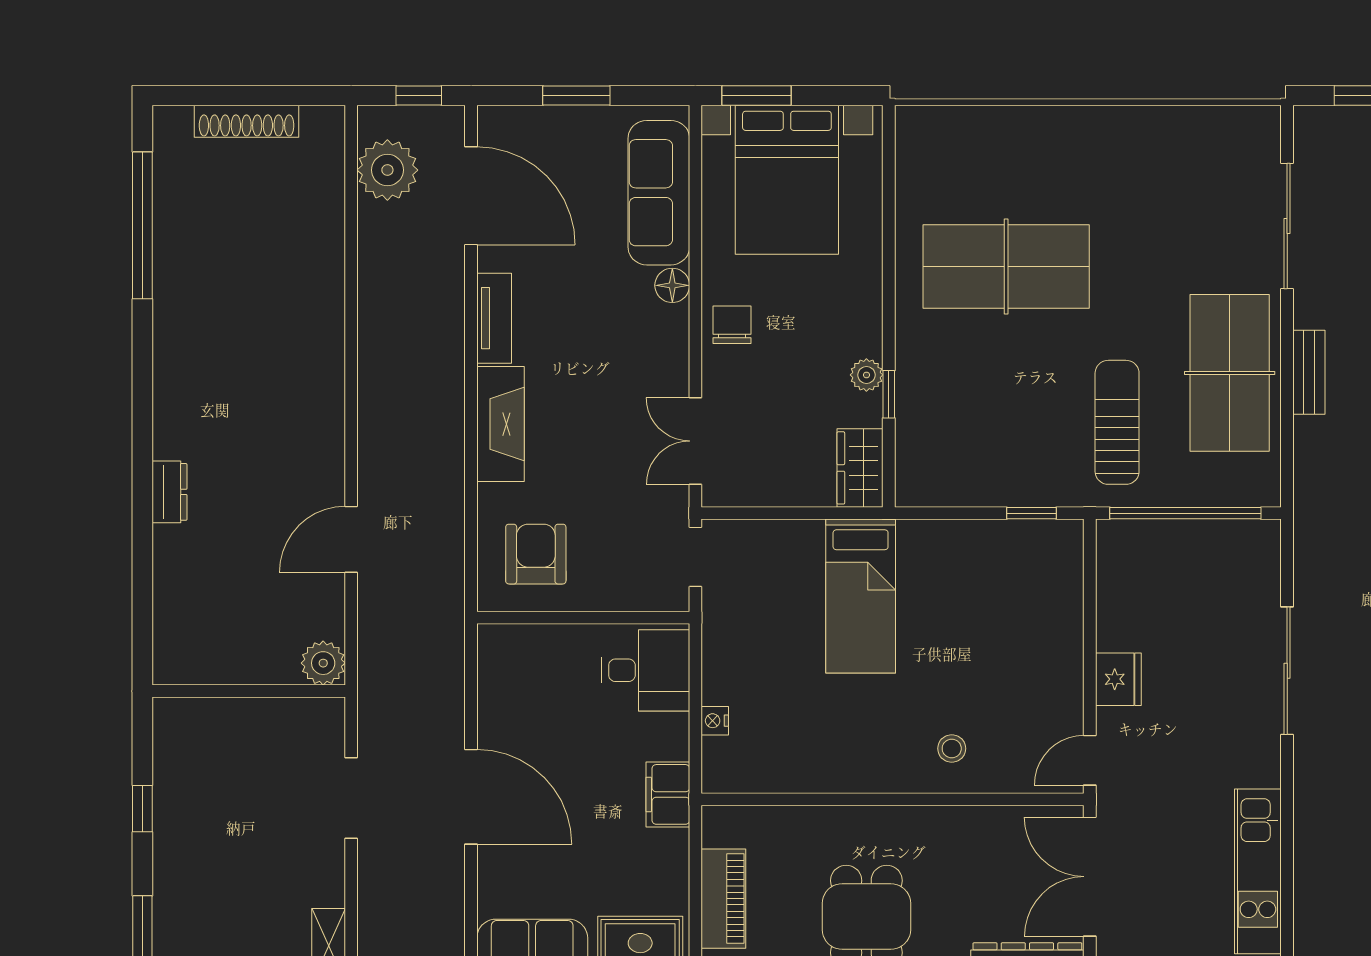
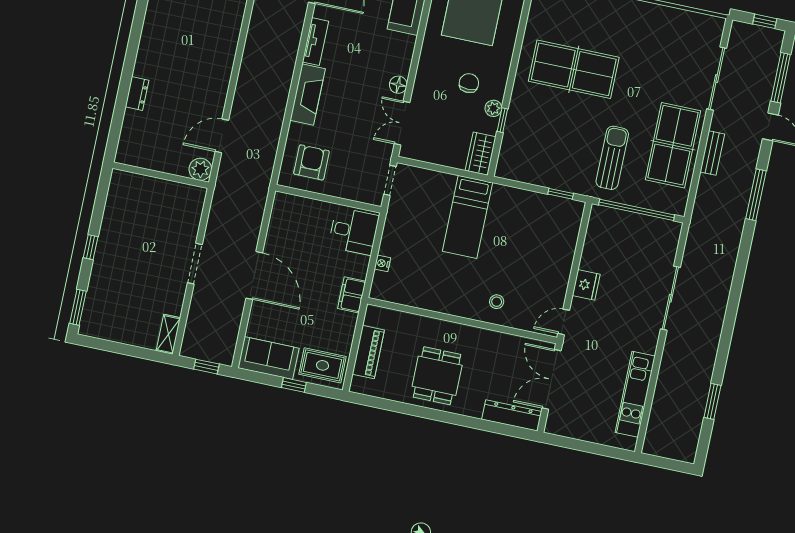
floor lamp: (672, 285) -> (398, 85), moved
chair: (732, 325) -> (469, 83), moved
plant: (323, 663) -> (200, 169), moved
wall: (249, 691) -> (161, 175), moved

